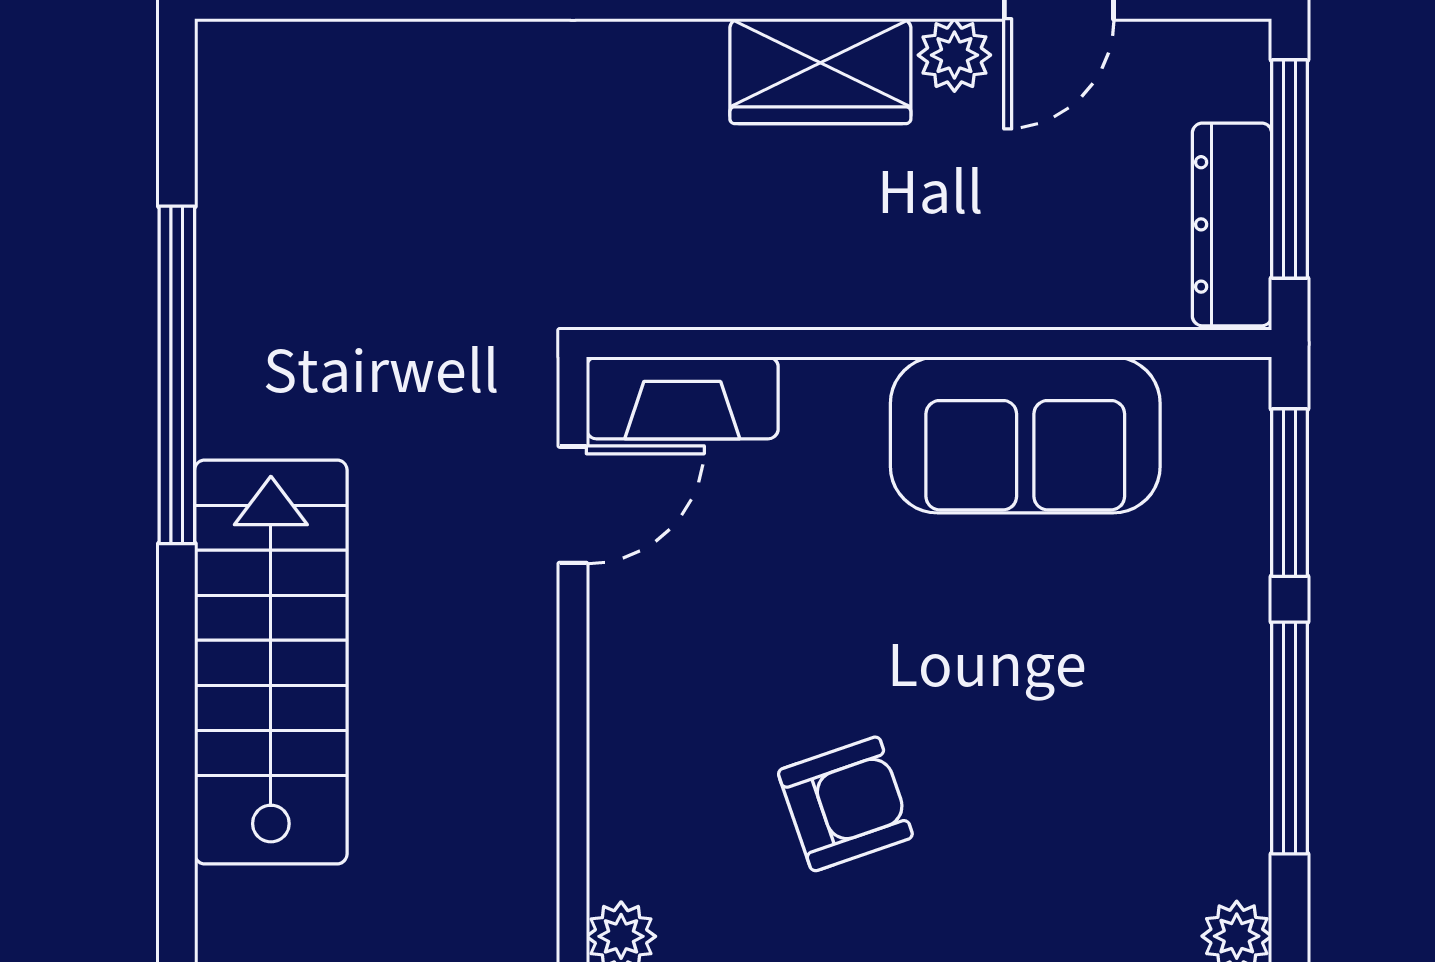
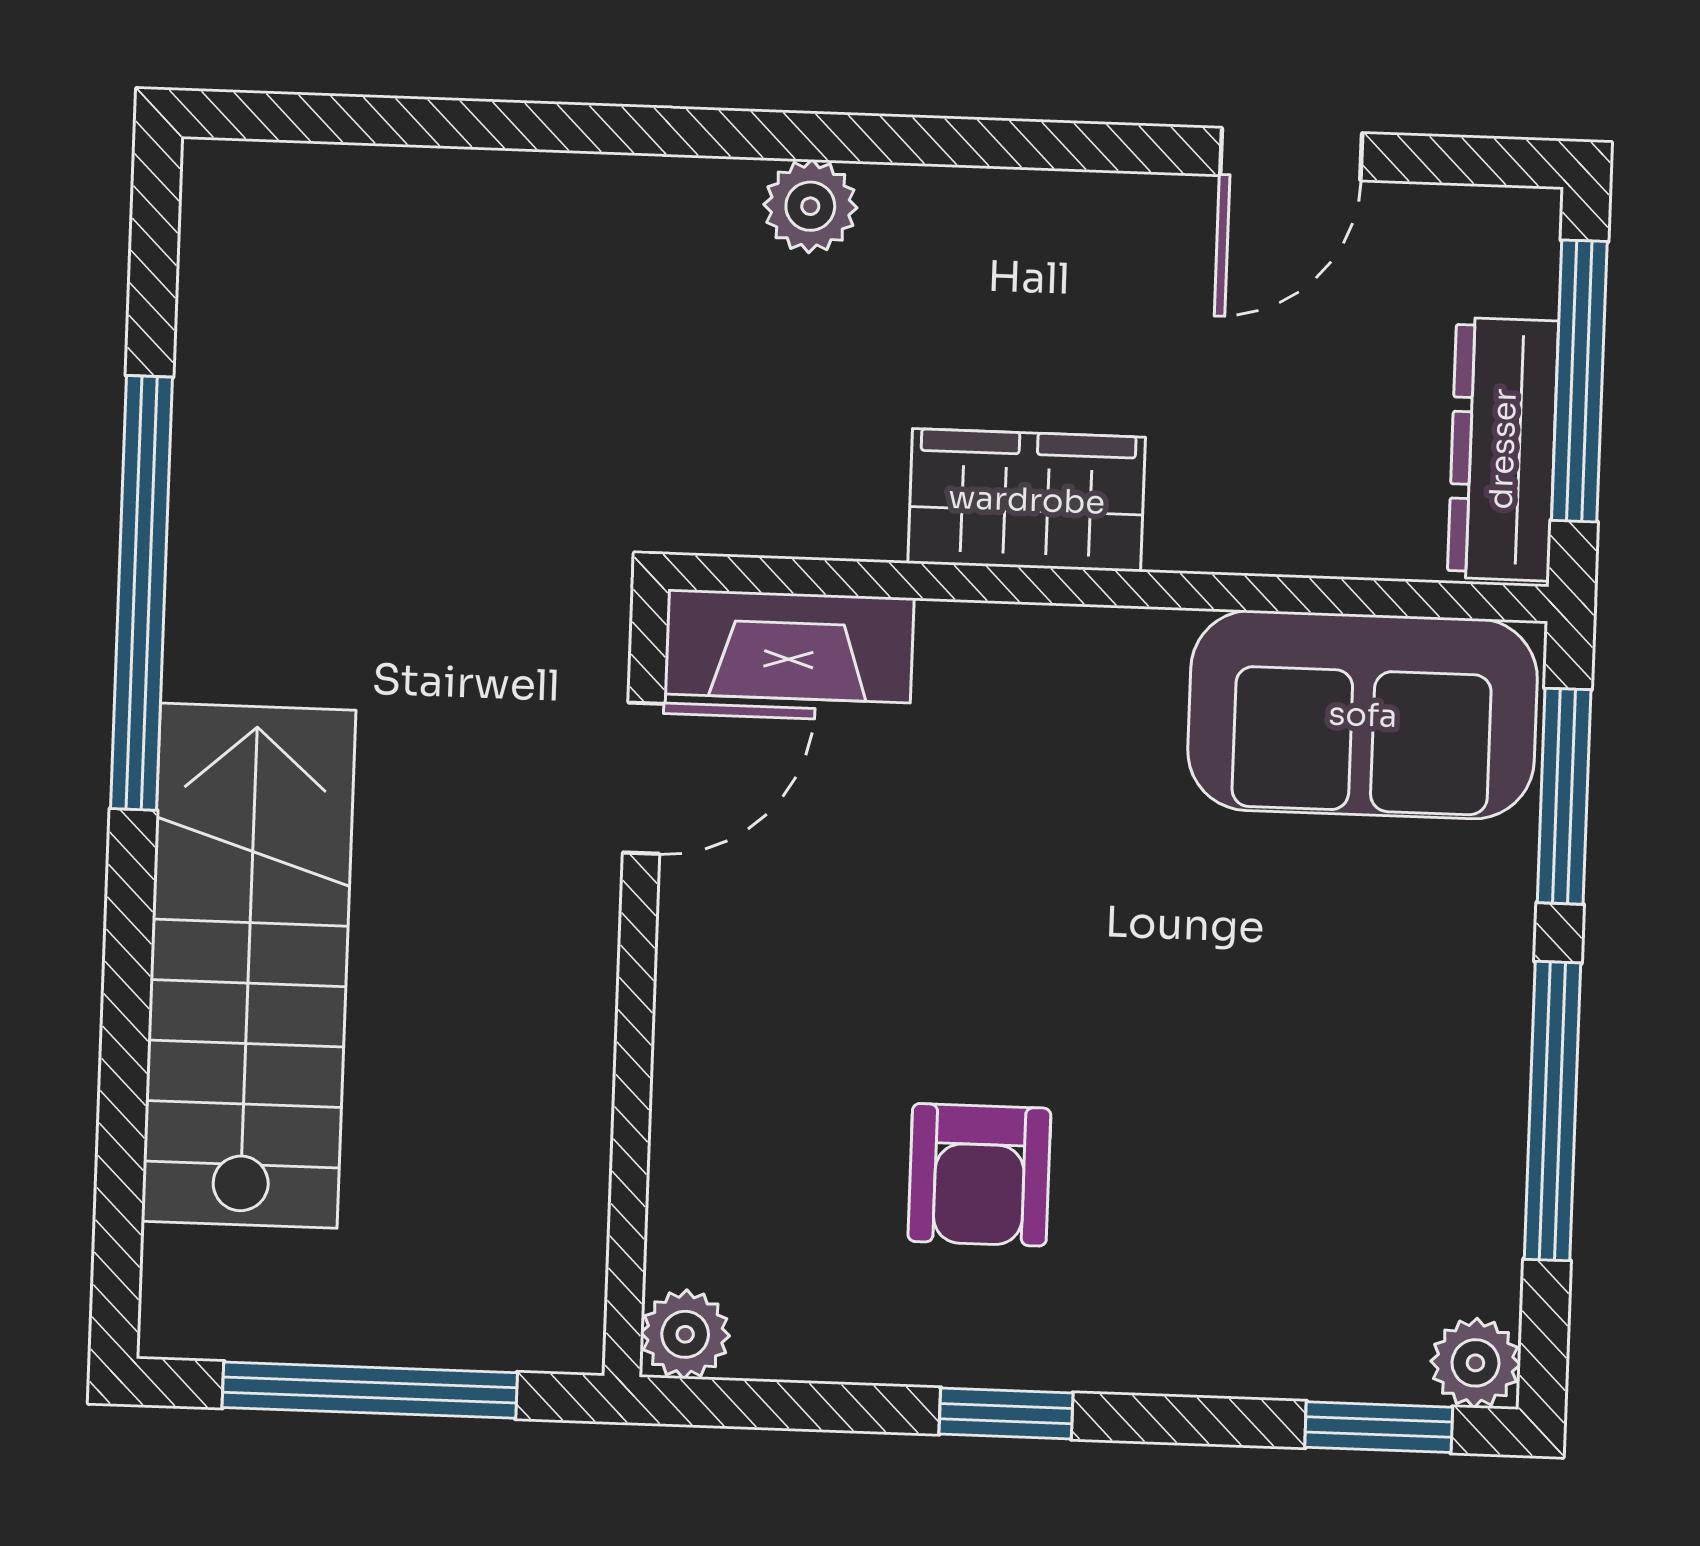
plant: (954, 55) -> (810, 206), moved
wardrobe: (820, 71) -> (1027, 500), moved, turned 180
sofa: (1025, 435) -> (1363, 715), moved
armchair: (845, 804) -> (979, 1175), turned 109

